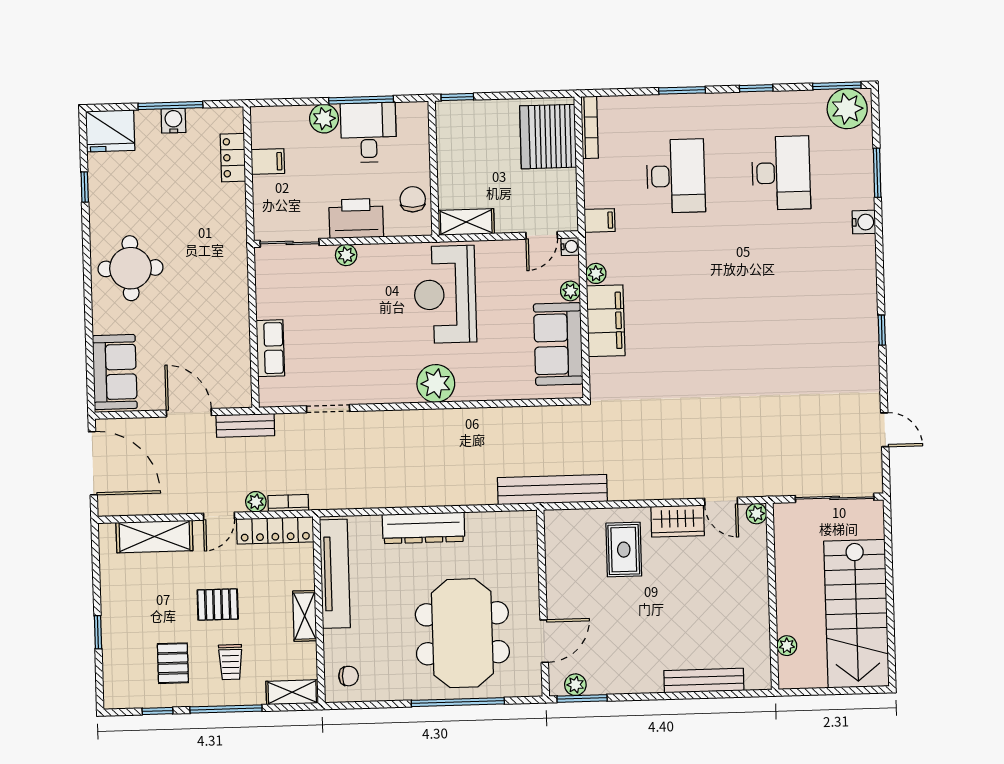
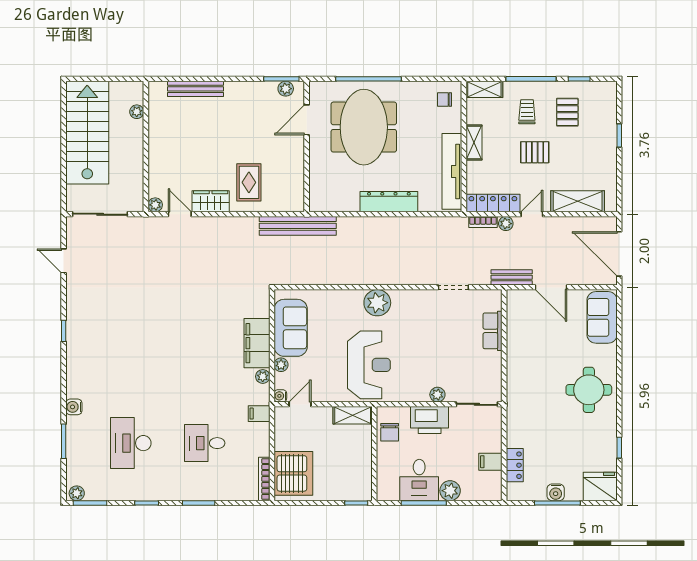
plant: (847, 109) -> (77, 493), width x0.53, depth x0.53
desk: (676, 176) -> (205, 443), width x0.73

